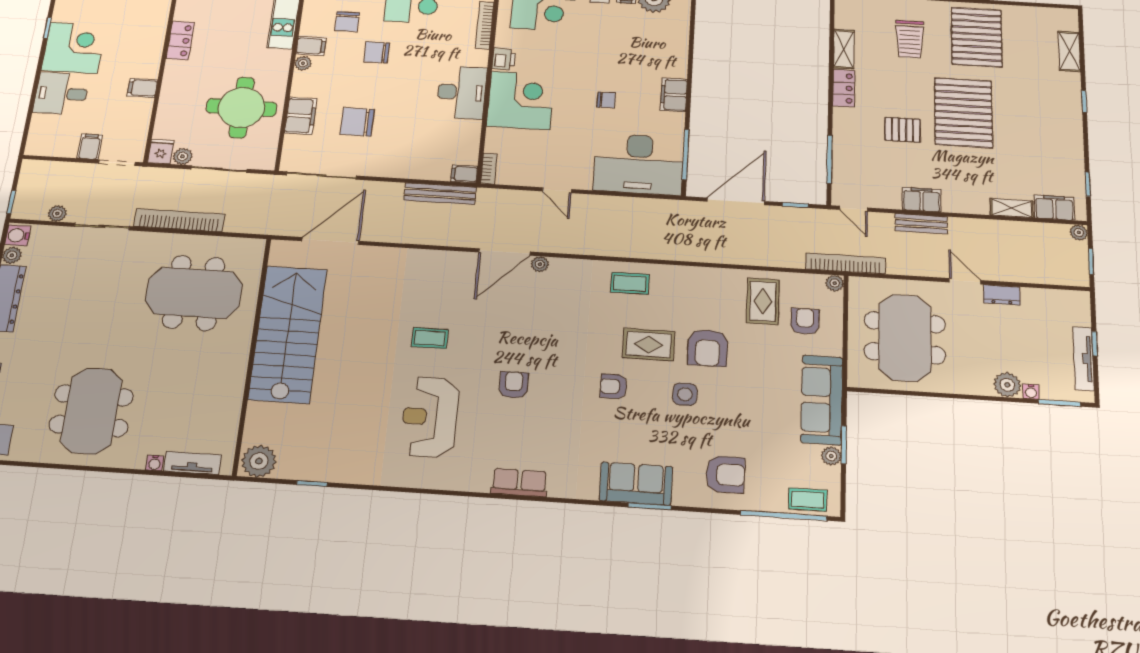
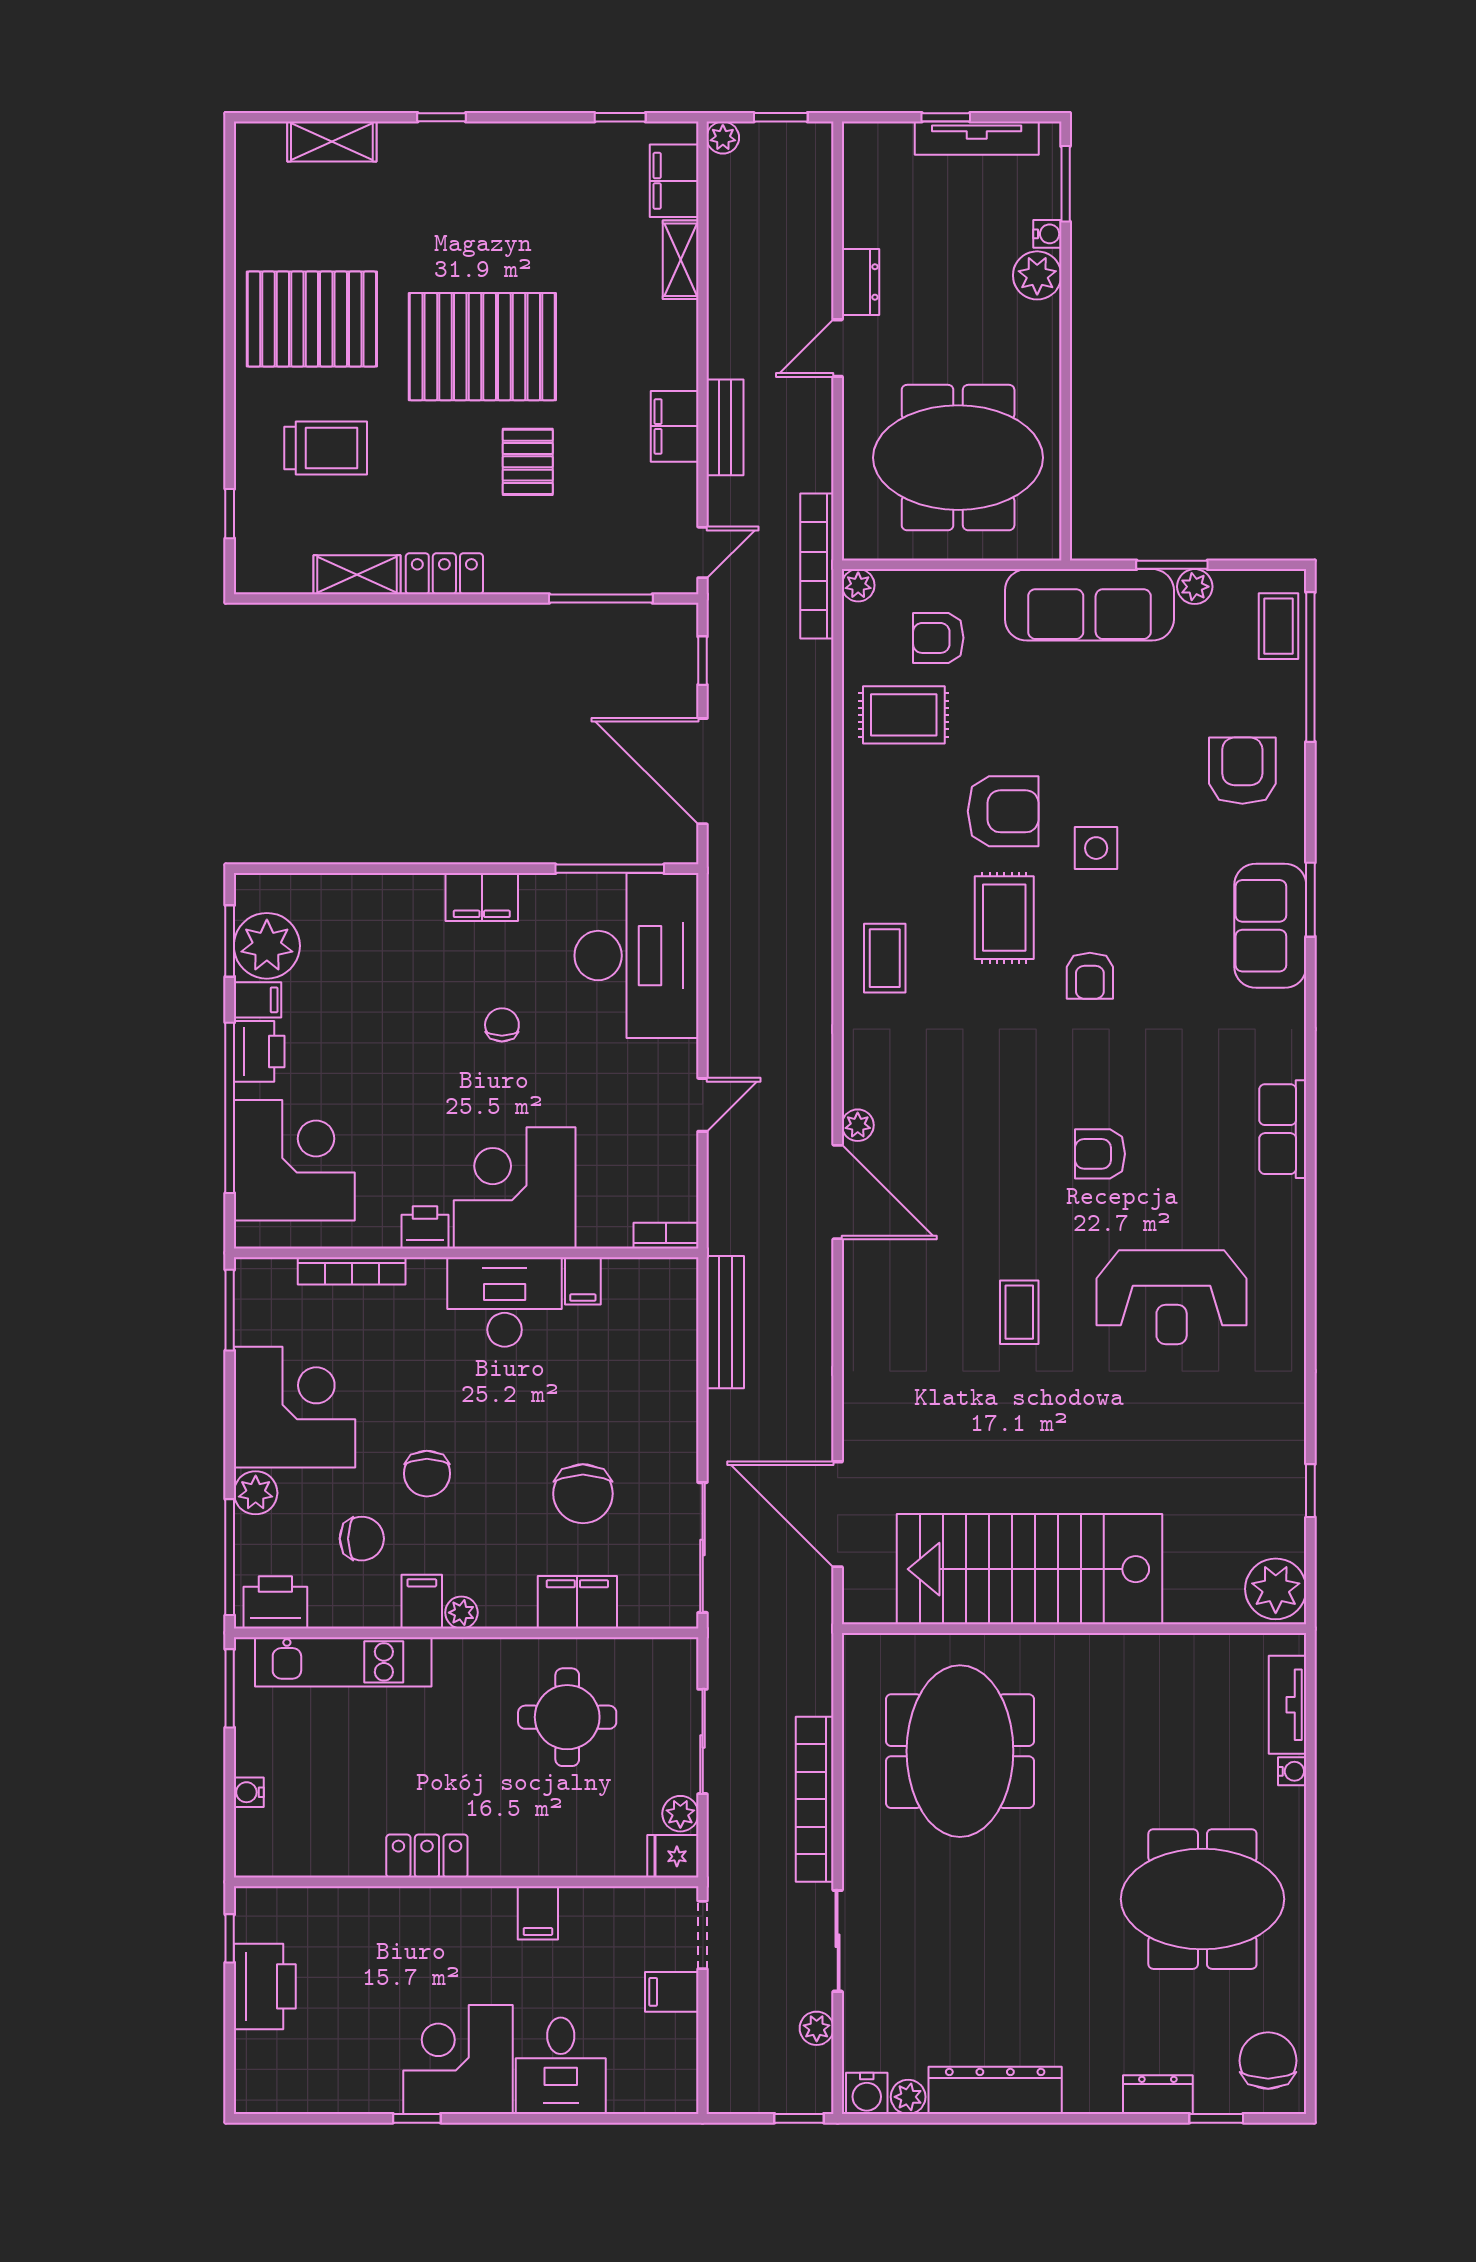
round table: (242, 107) -> (567, 1717), width x0.73, depth x0.73
filing cabinet: (464, 174) -> (583, 1281), moved

